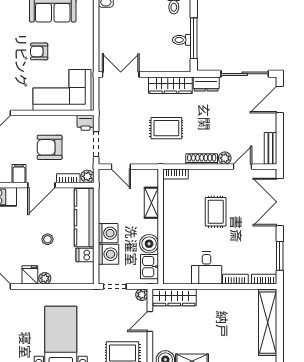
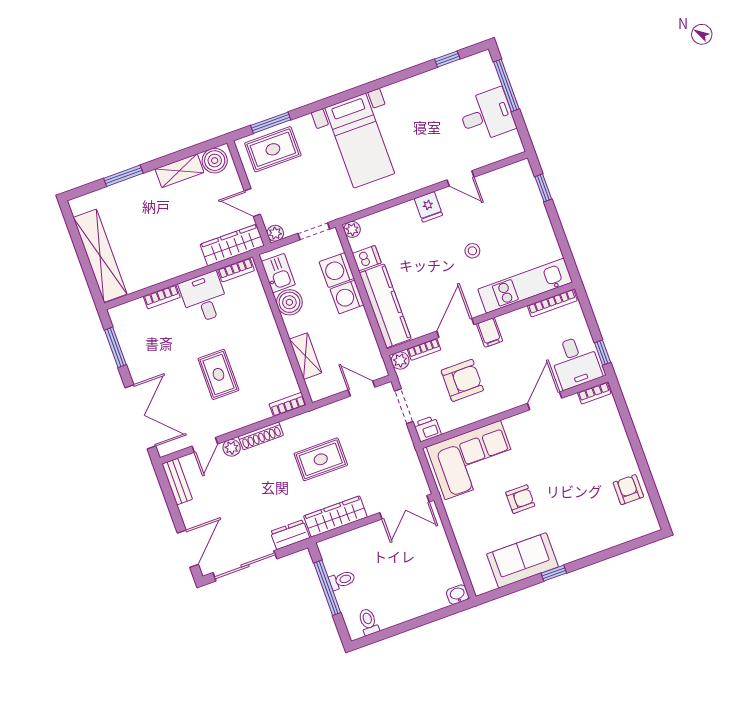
stool: (47, 239) -> (472, 251), moved
plant: (45, 278) -> (352, 229), moved
bookcase: (264, 279) -> (236, 270), moved
door: (150, 321) -> (252, 203), swing flipped

